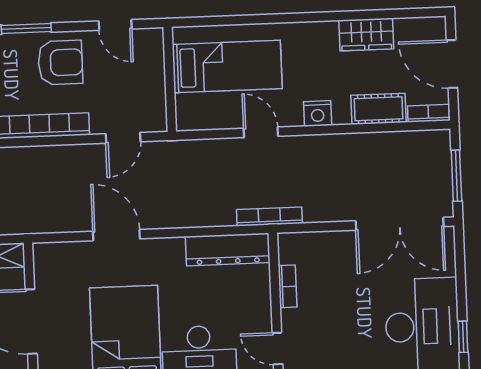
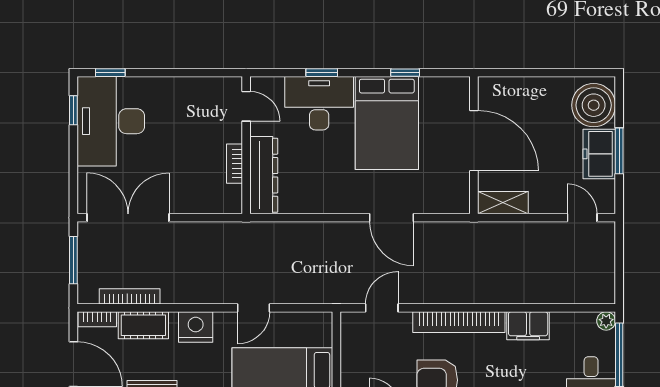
nightstand: (318, 113) -> (196, 327), width x1.36, depth x1.33
door: (261, 132) -> (254, 308), hinge flipped
bookcase: (269, 217) -> (130, 296), moved, turned 180
dresser: (228, 250) -> (264, 175), moved, turned 90

